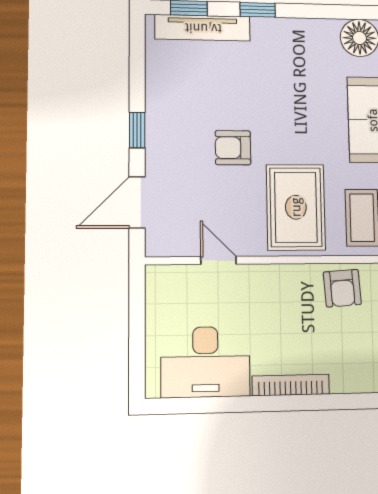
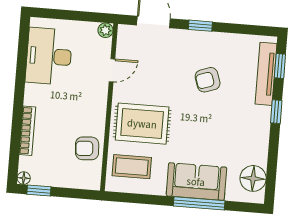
armchair: (233, 148) -> (208, 80), moved, turned -109
plant: (156, 276) -> (105, 30), added
bookcase: (291, 385) -> (27, 131), moved

